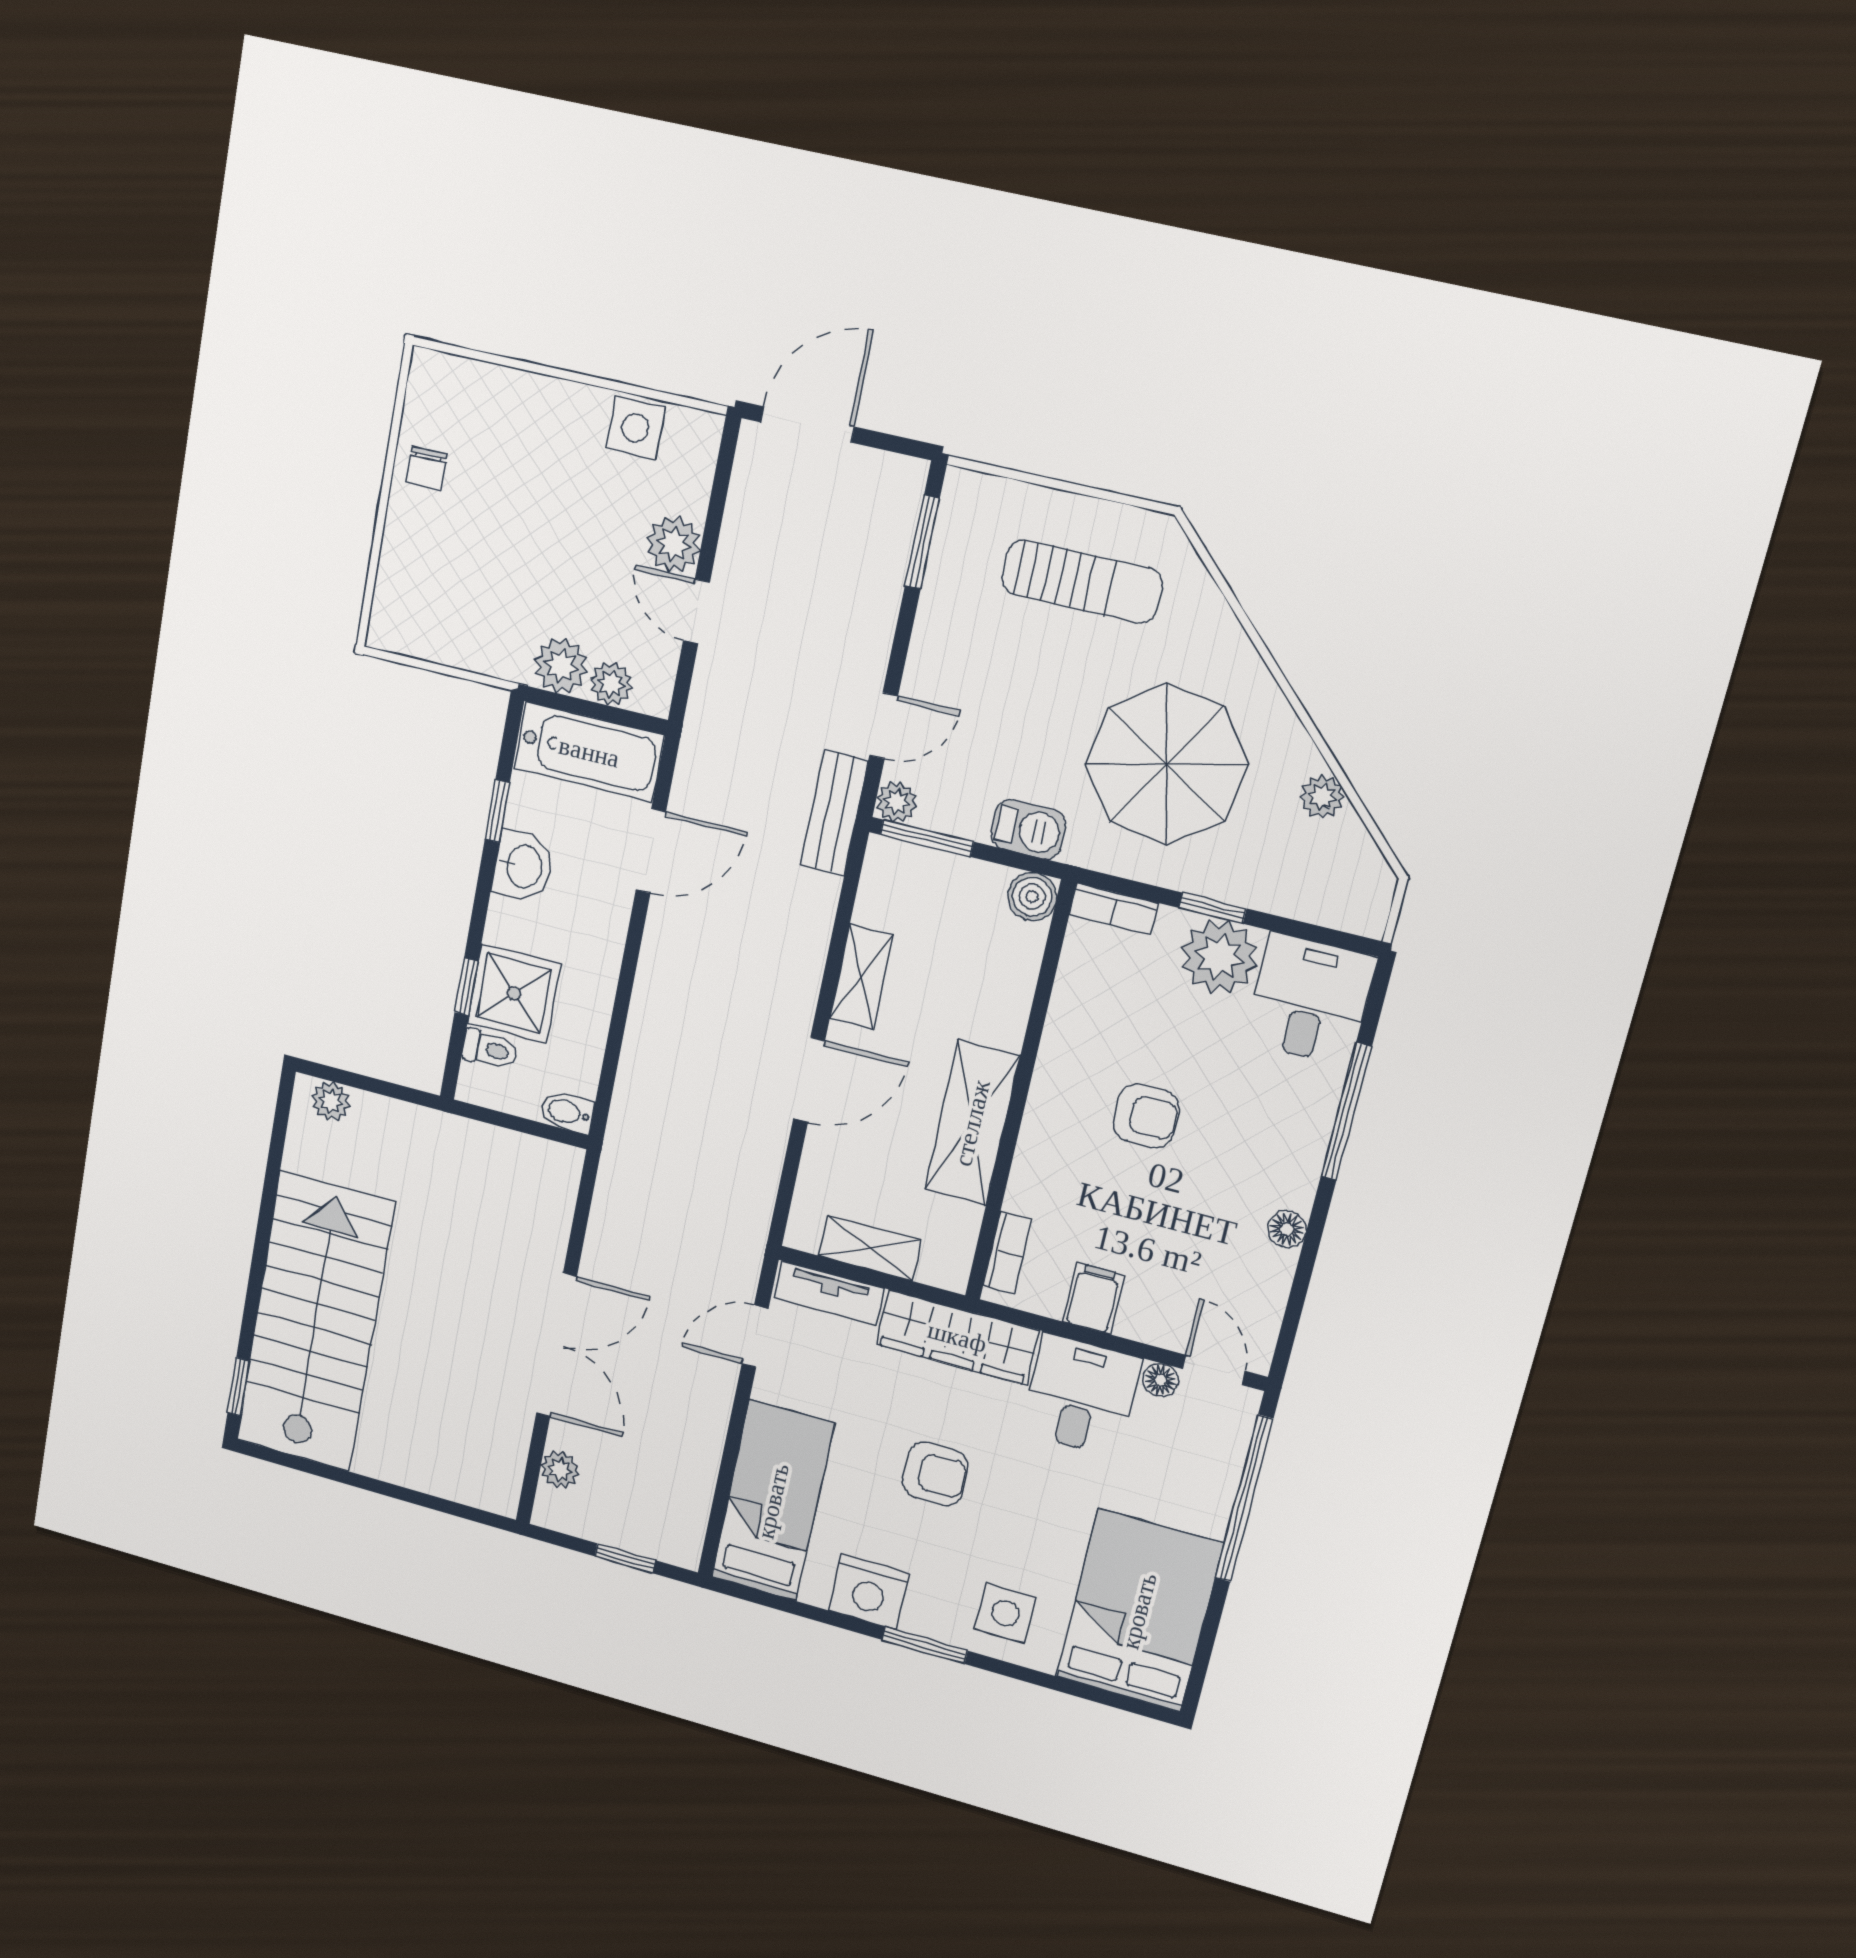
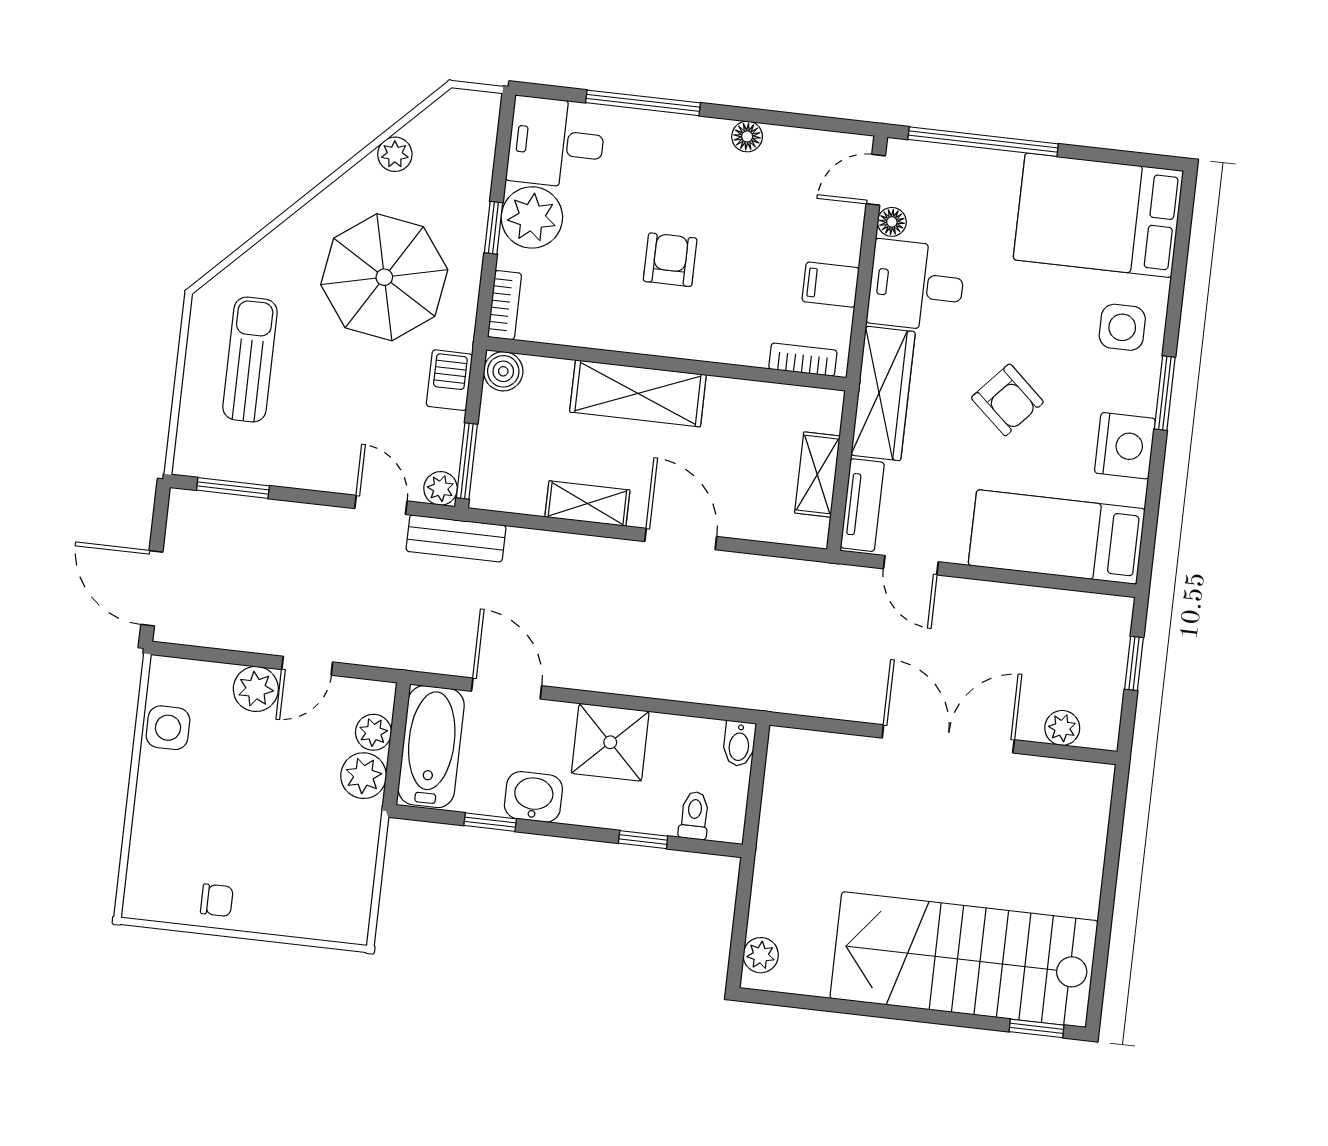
shower: (514, 993) -> (610, 742), moved
shelving: (972, 1123) -> (638, 393), moved
armchair: (935, 1474) -> (1007, 400), turned 132

